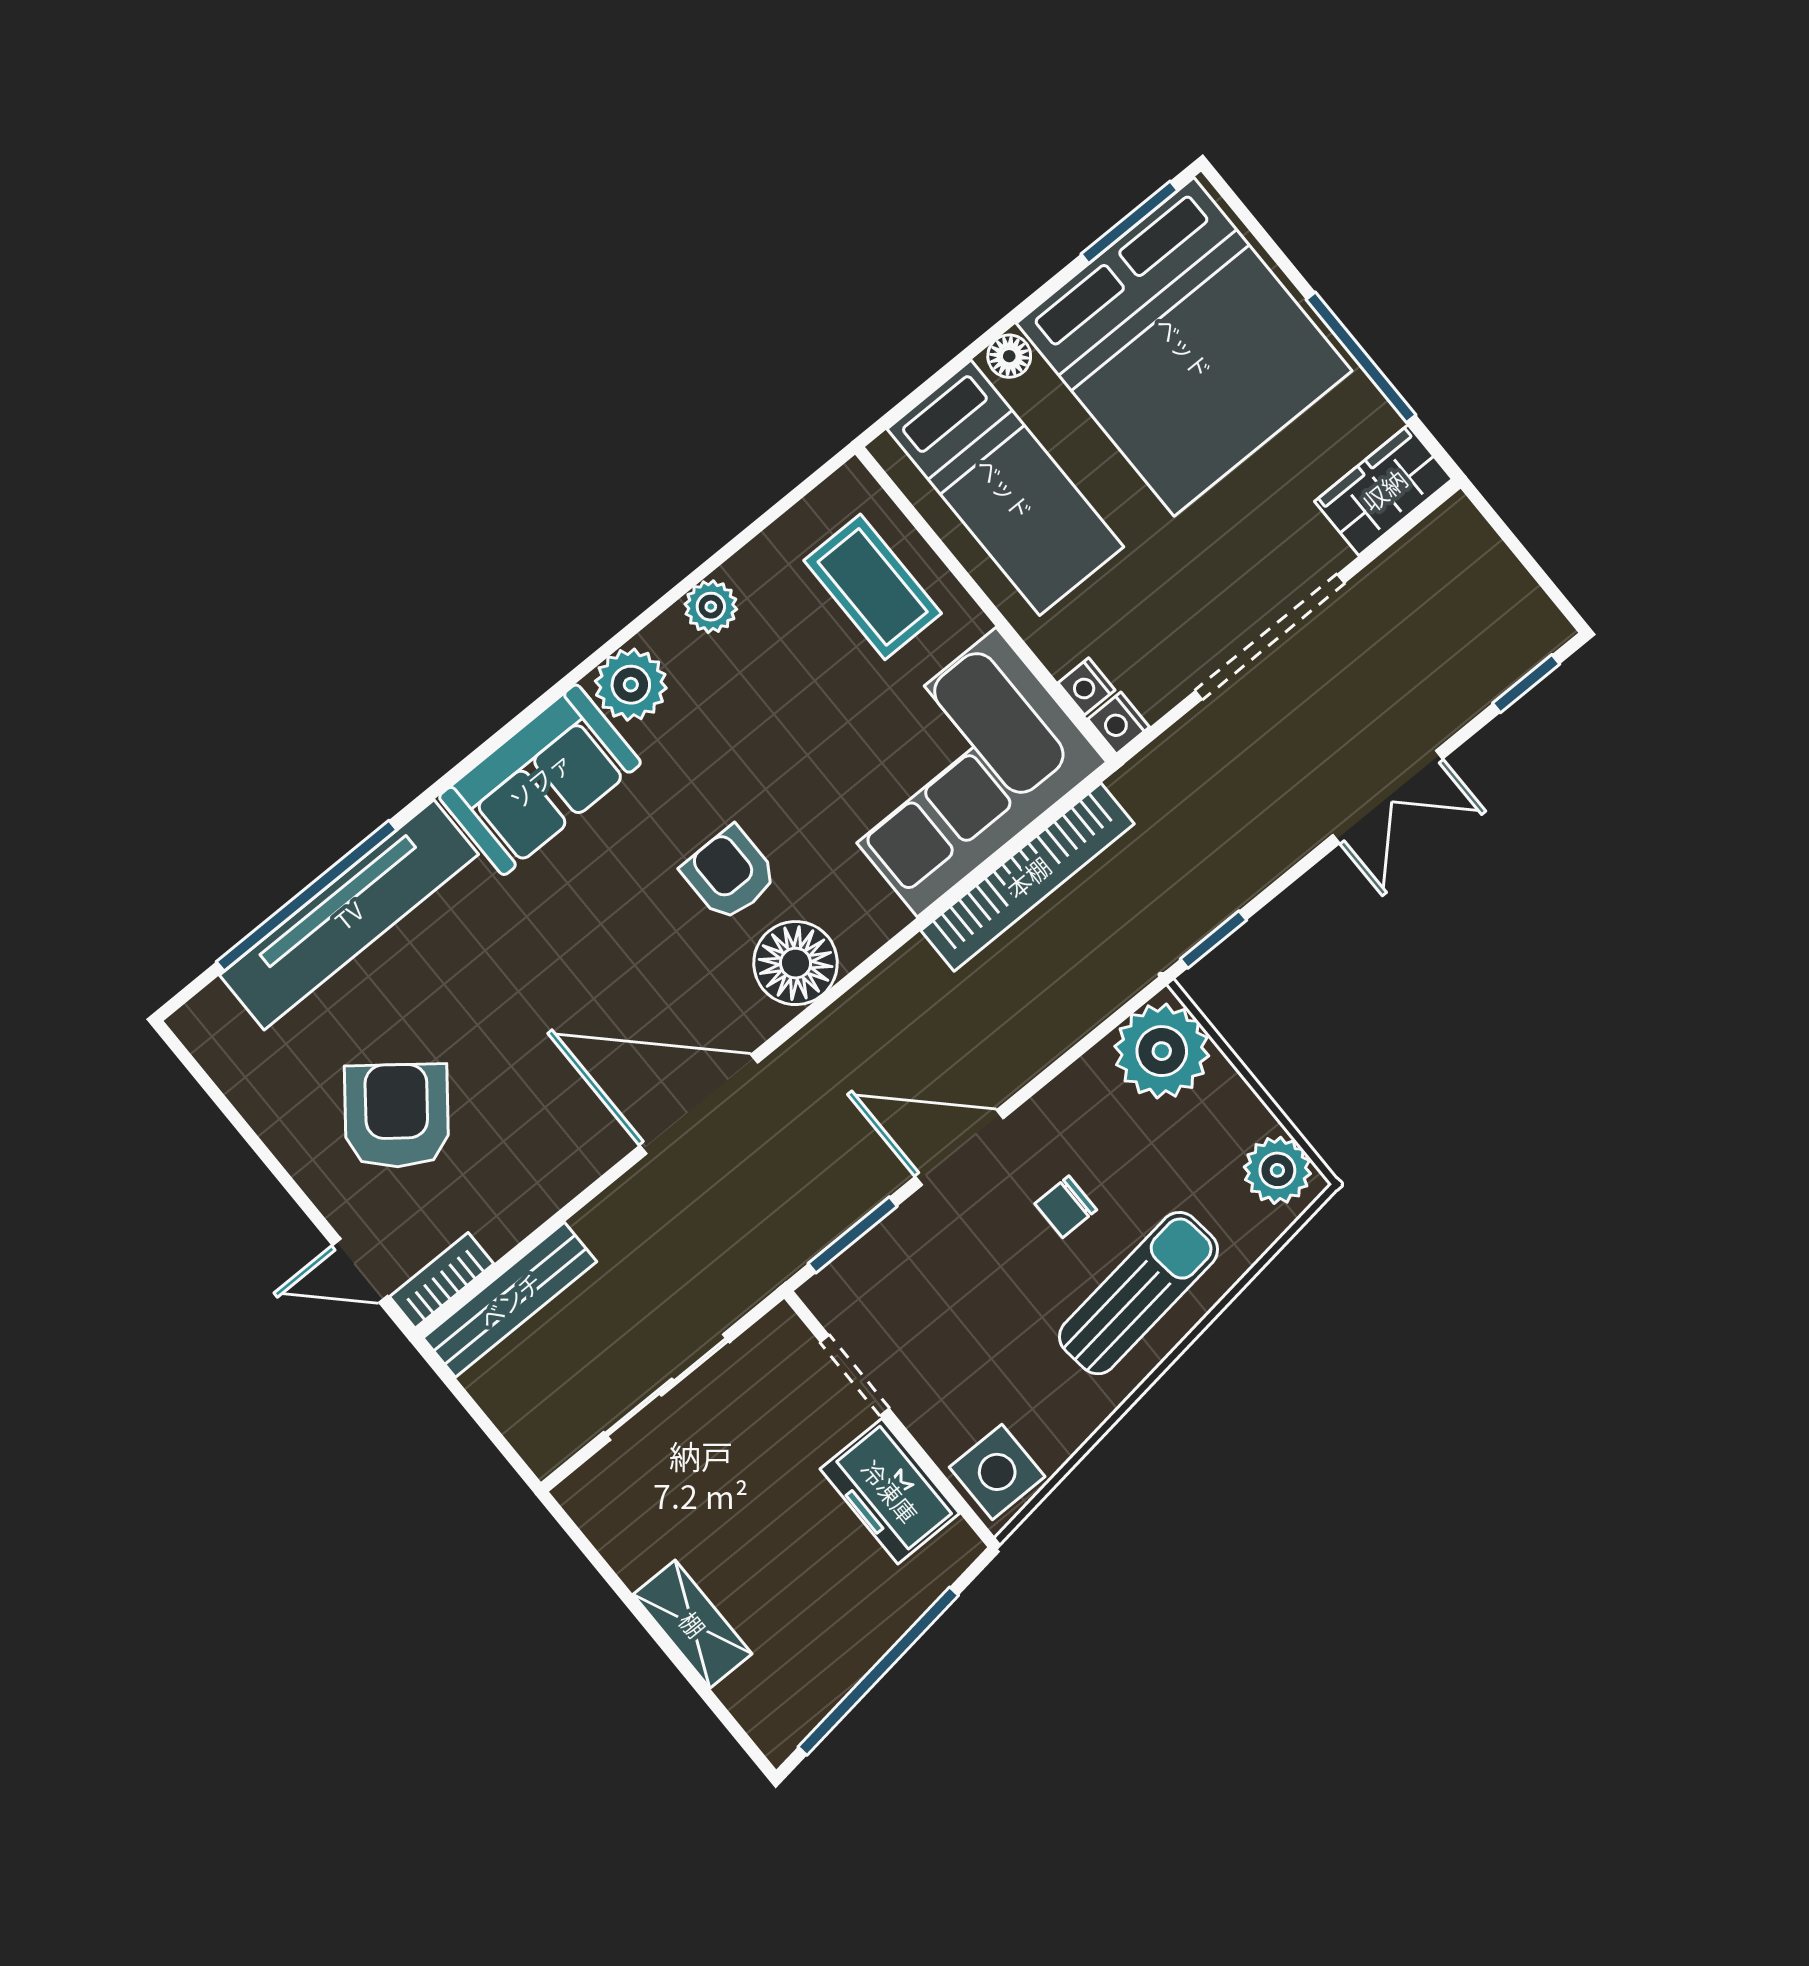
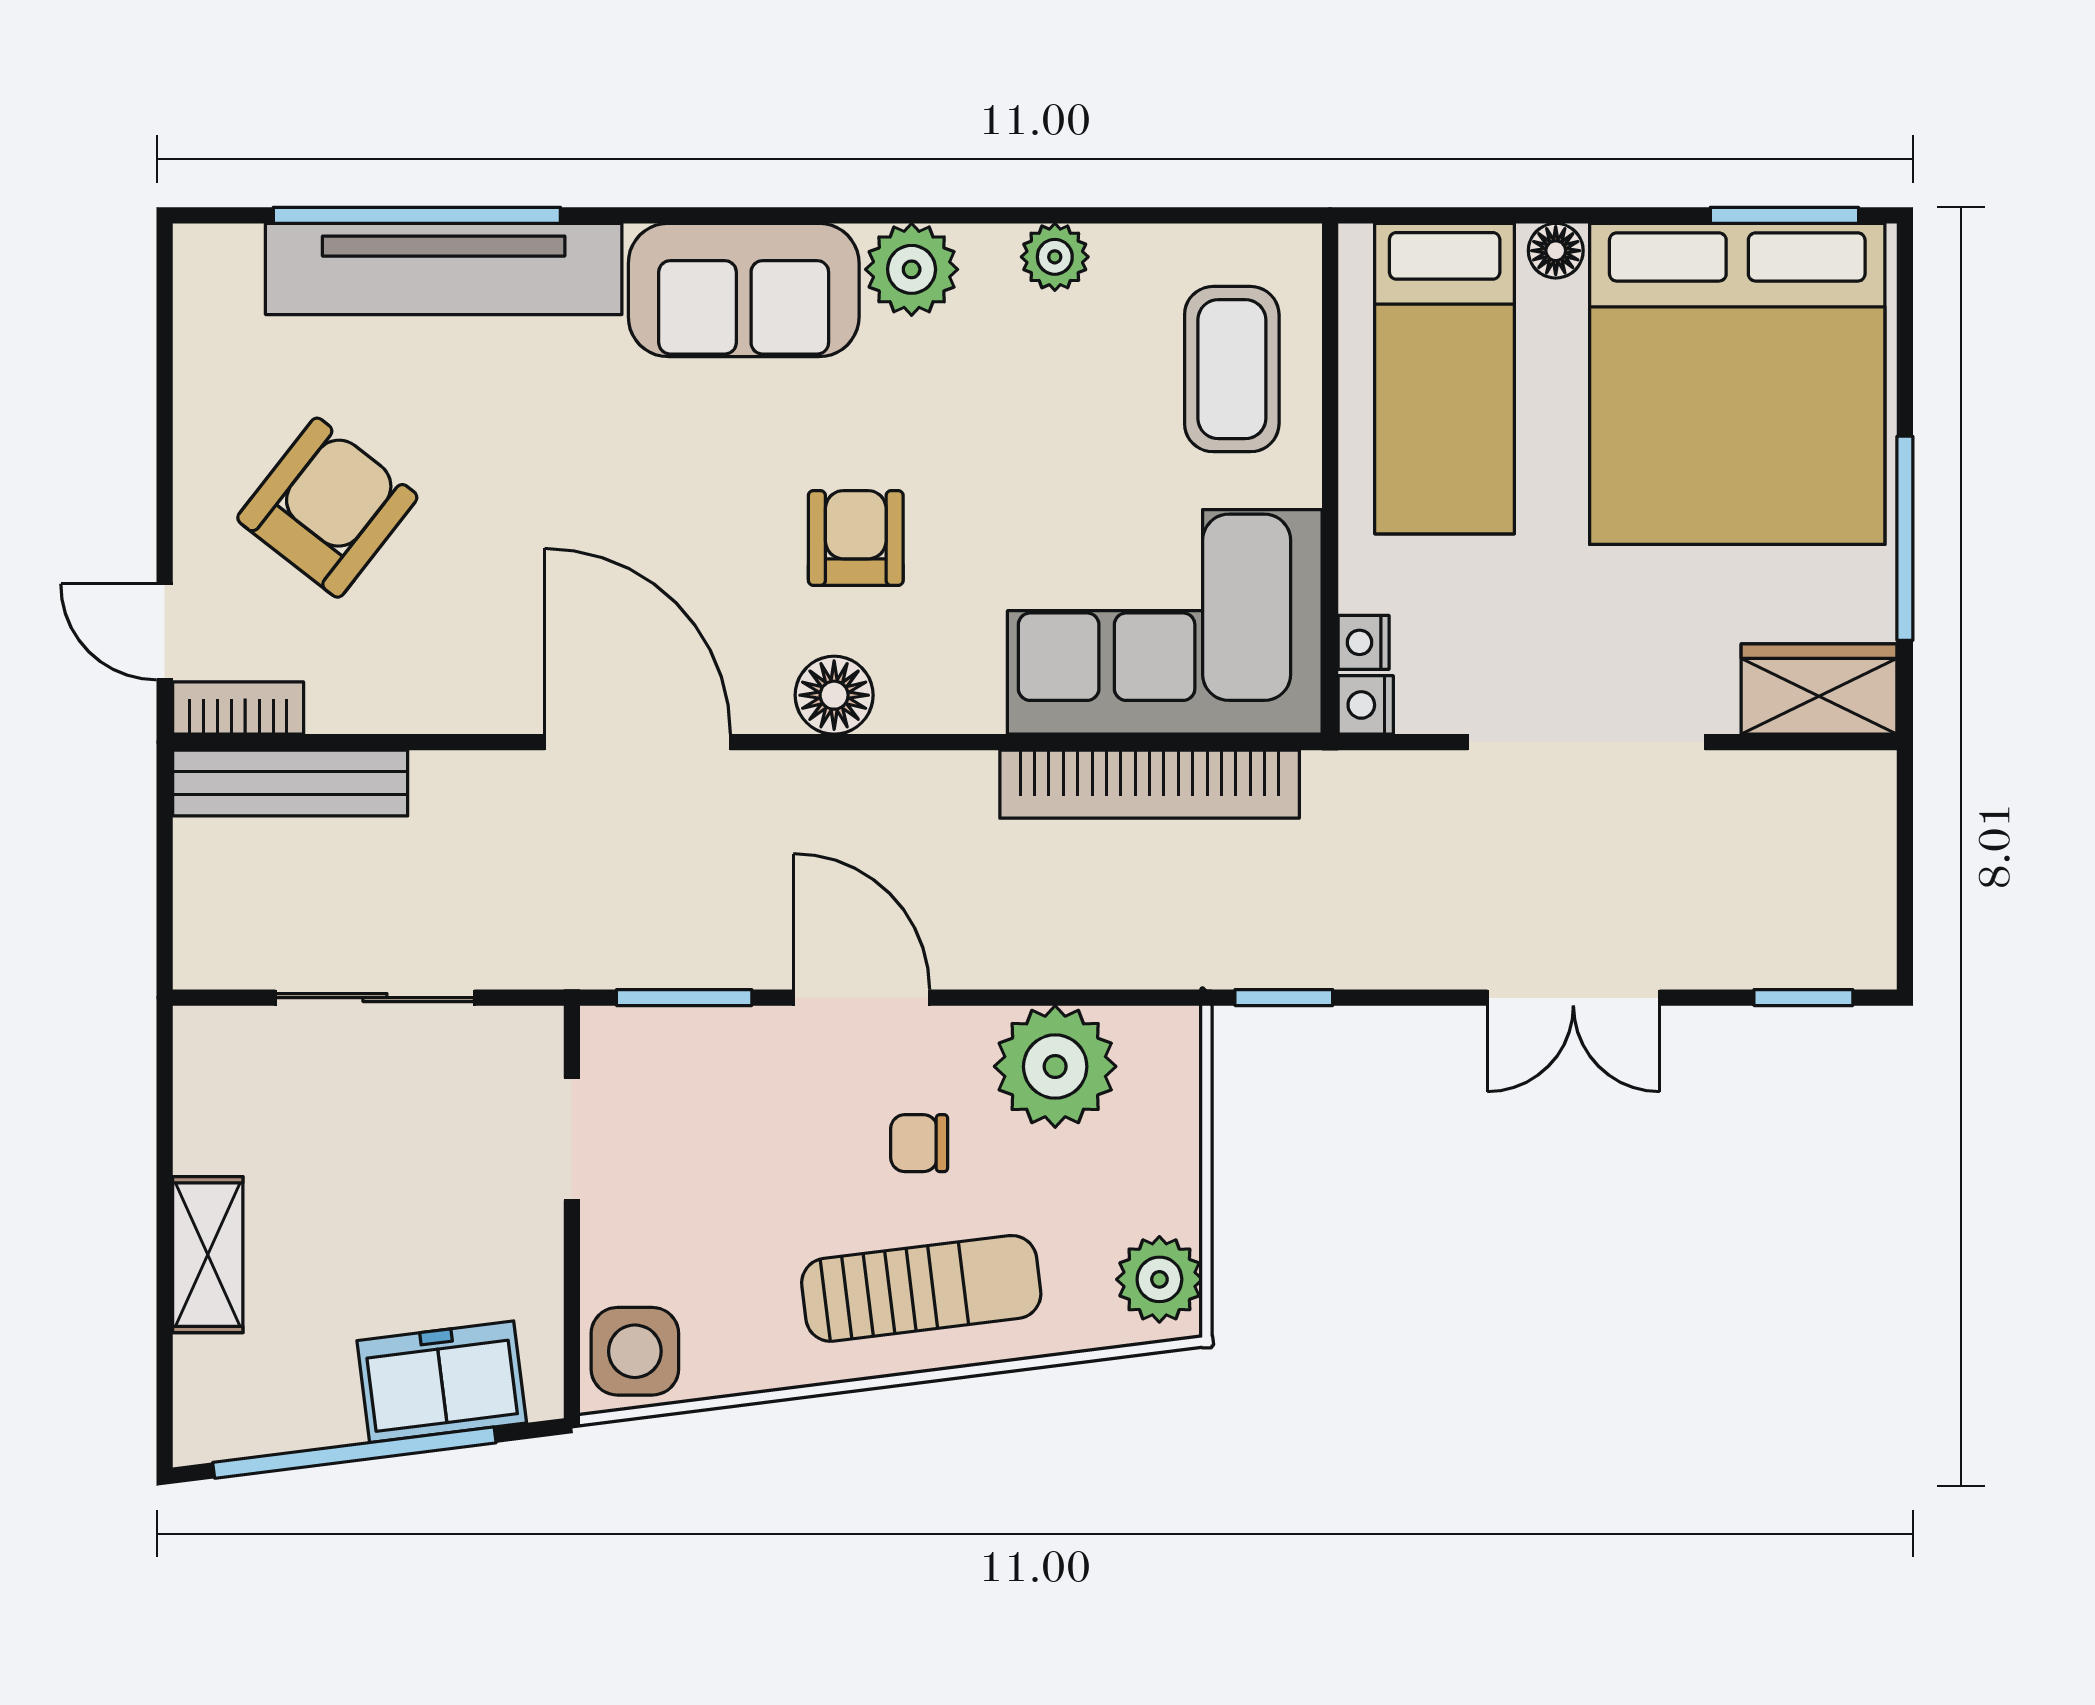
floor lamp: (796, 963) -> (834, 695), width x0.73, depth x0.73
plant: (1162, 1051) -> (1055, 1066), moved
freezer: (890, 1491) -> (442, 1382), moved, turned 83

